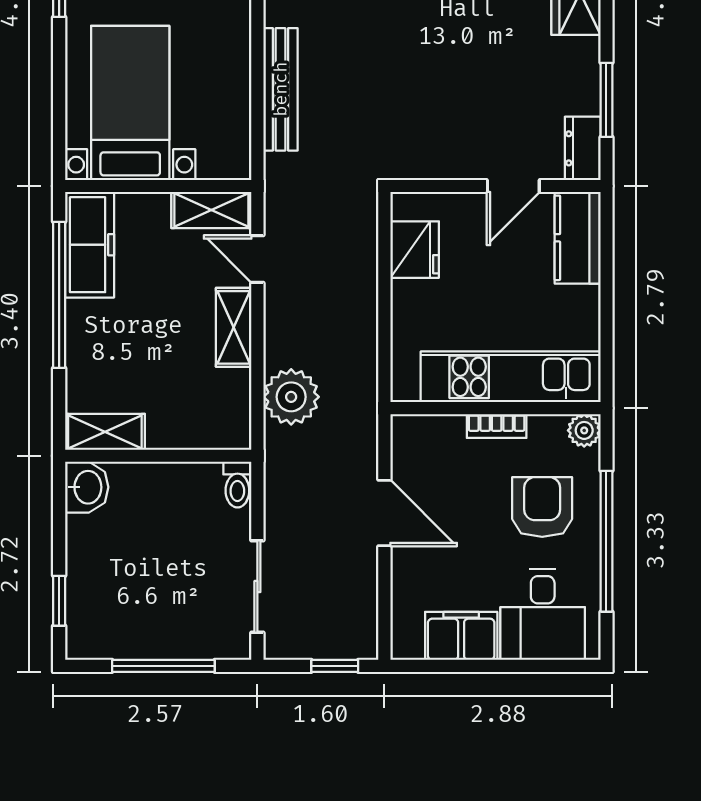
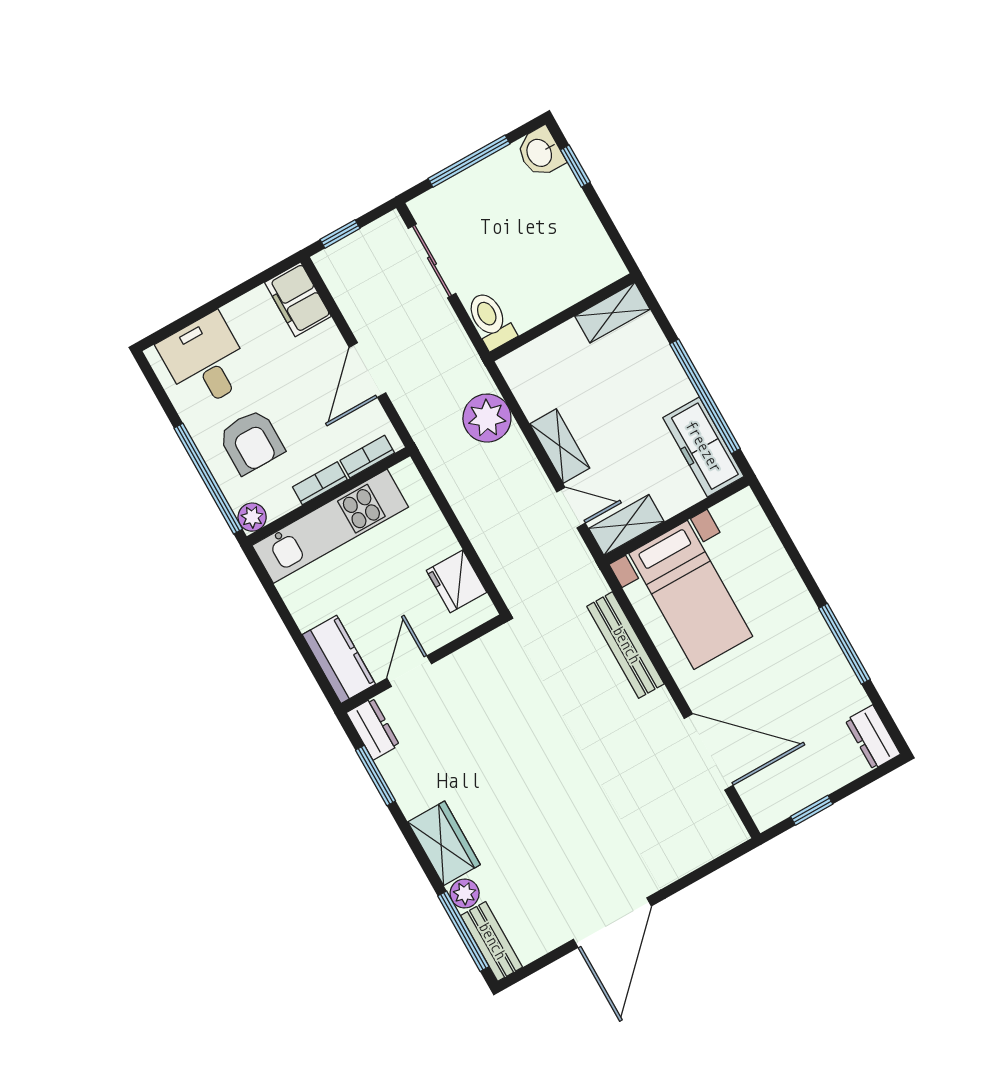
bed with nightstands: (130, 103) -> (691, 595), moved
bookcase: (434, 426) -> (367, 457), added
toilet: (237, 485) -> (490, 320), width x1.37, depth x1.39
washbasin: (87, 487) -> (540, 152), moved
door: (384, 513) -> (368, 370), hinge flipped
window: (606, 541) -> (208, 479), moved
filing cabinet: (461, 636) -> (298, 299), moved, turned 90

